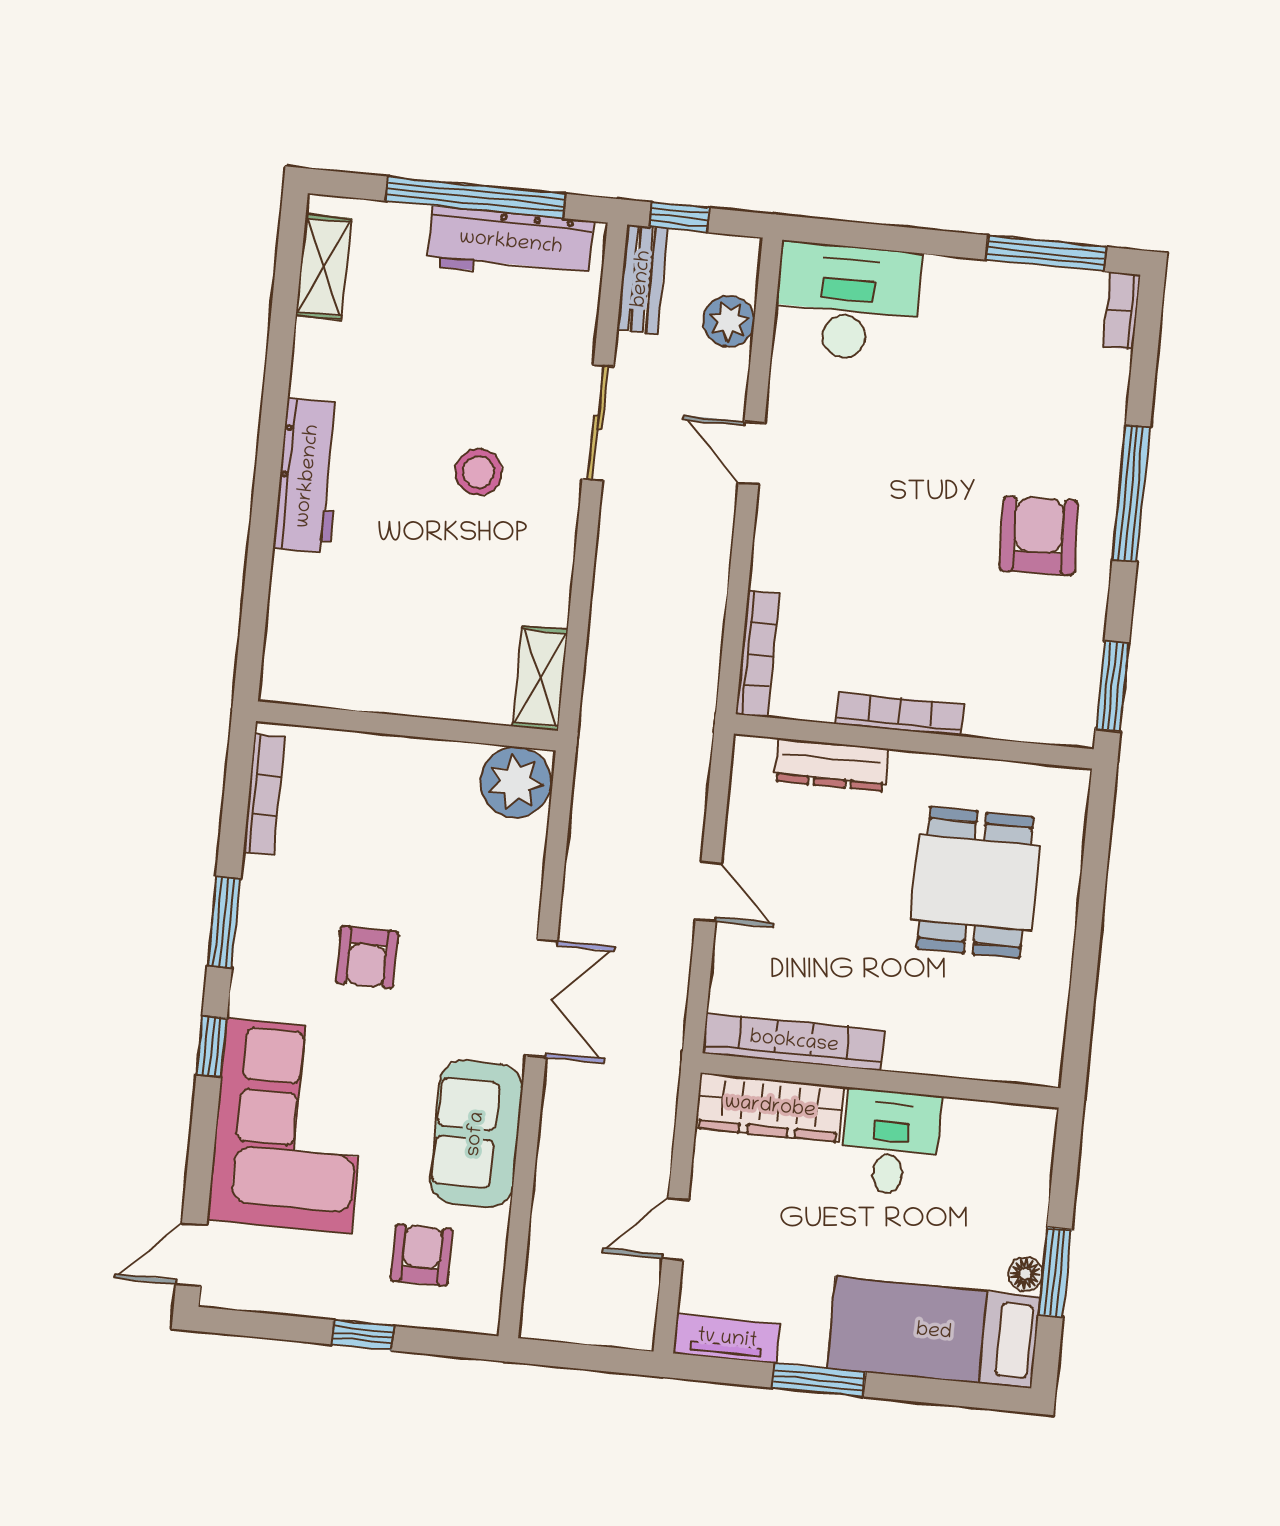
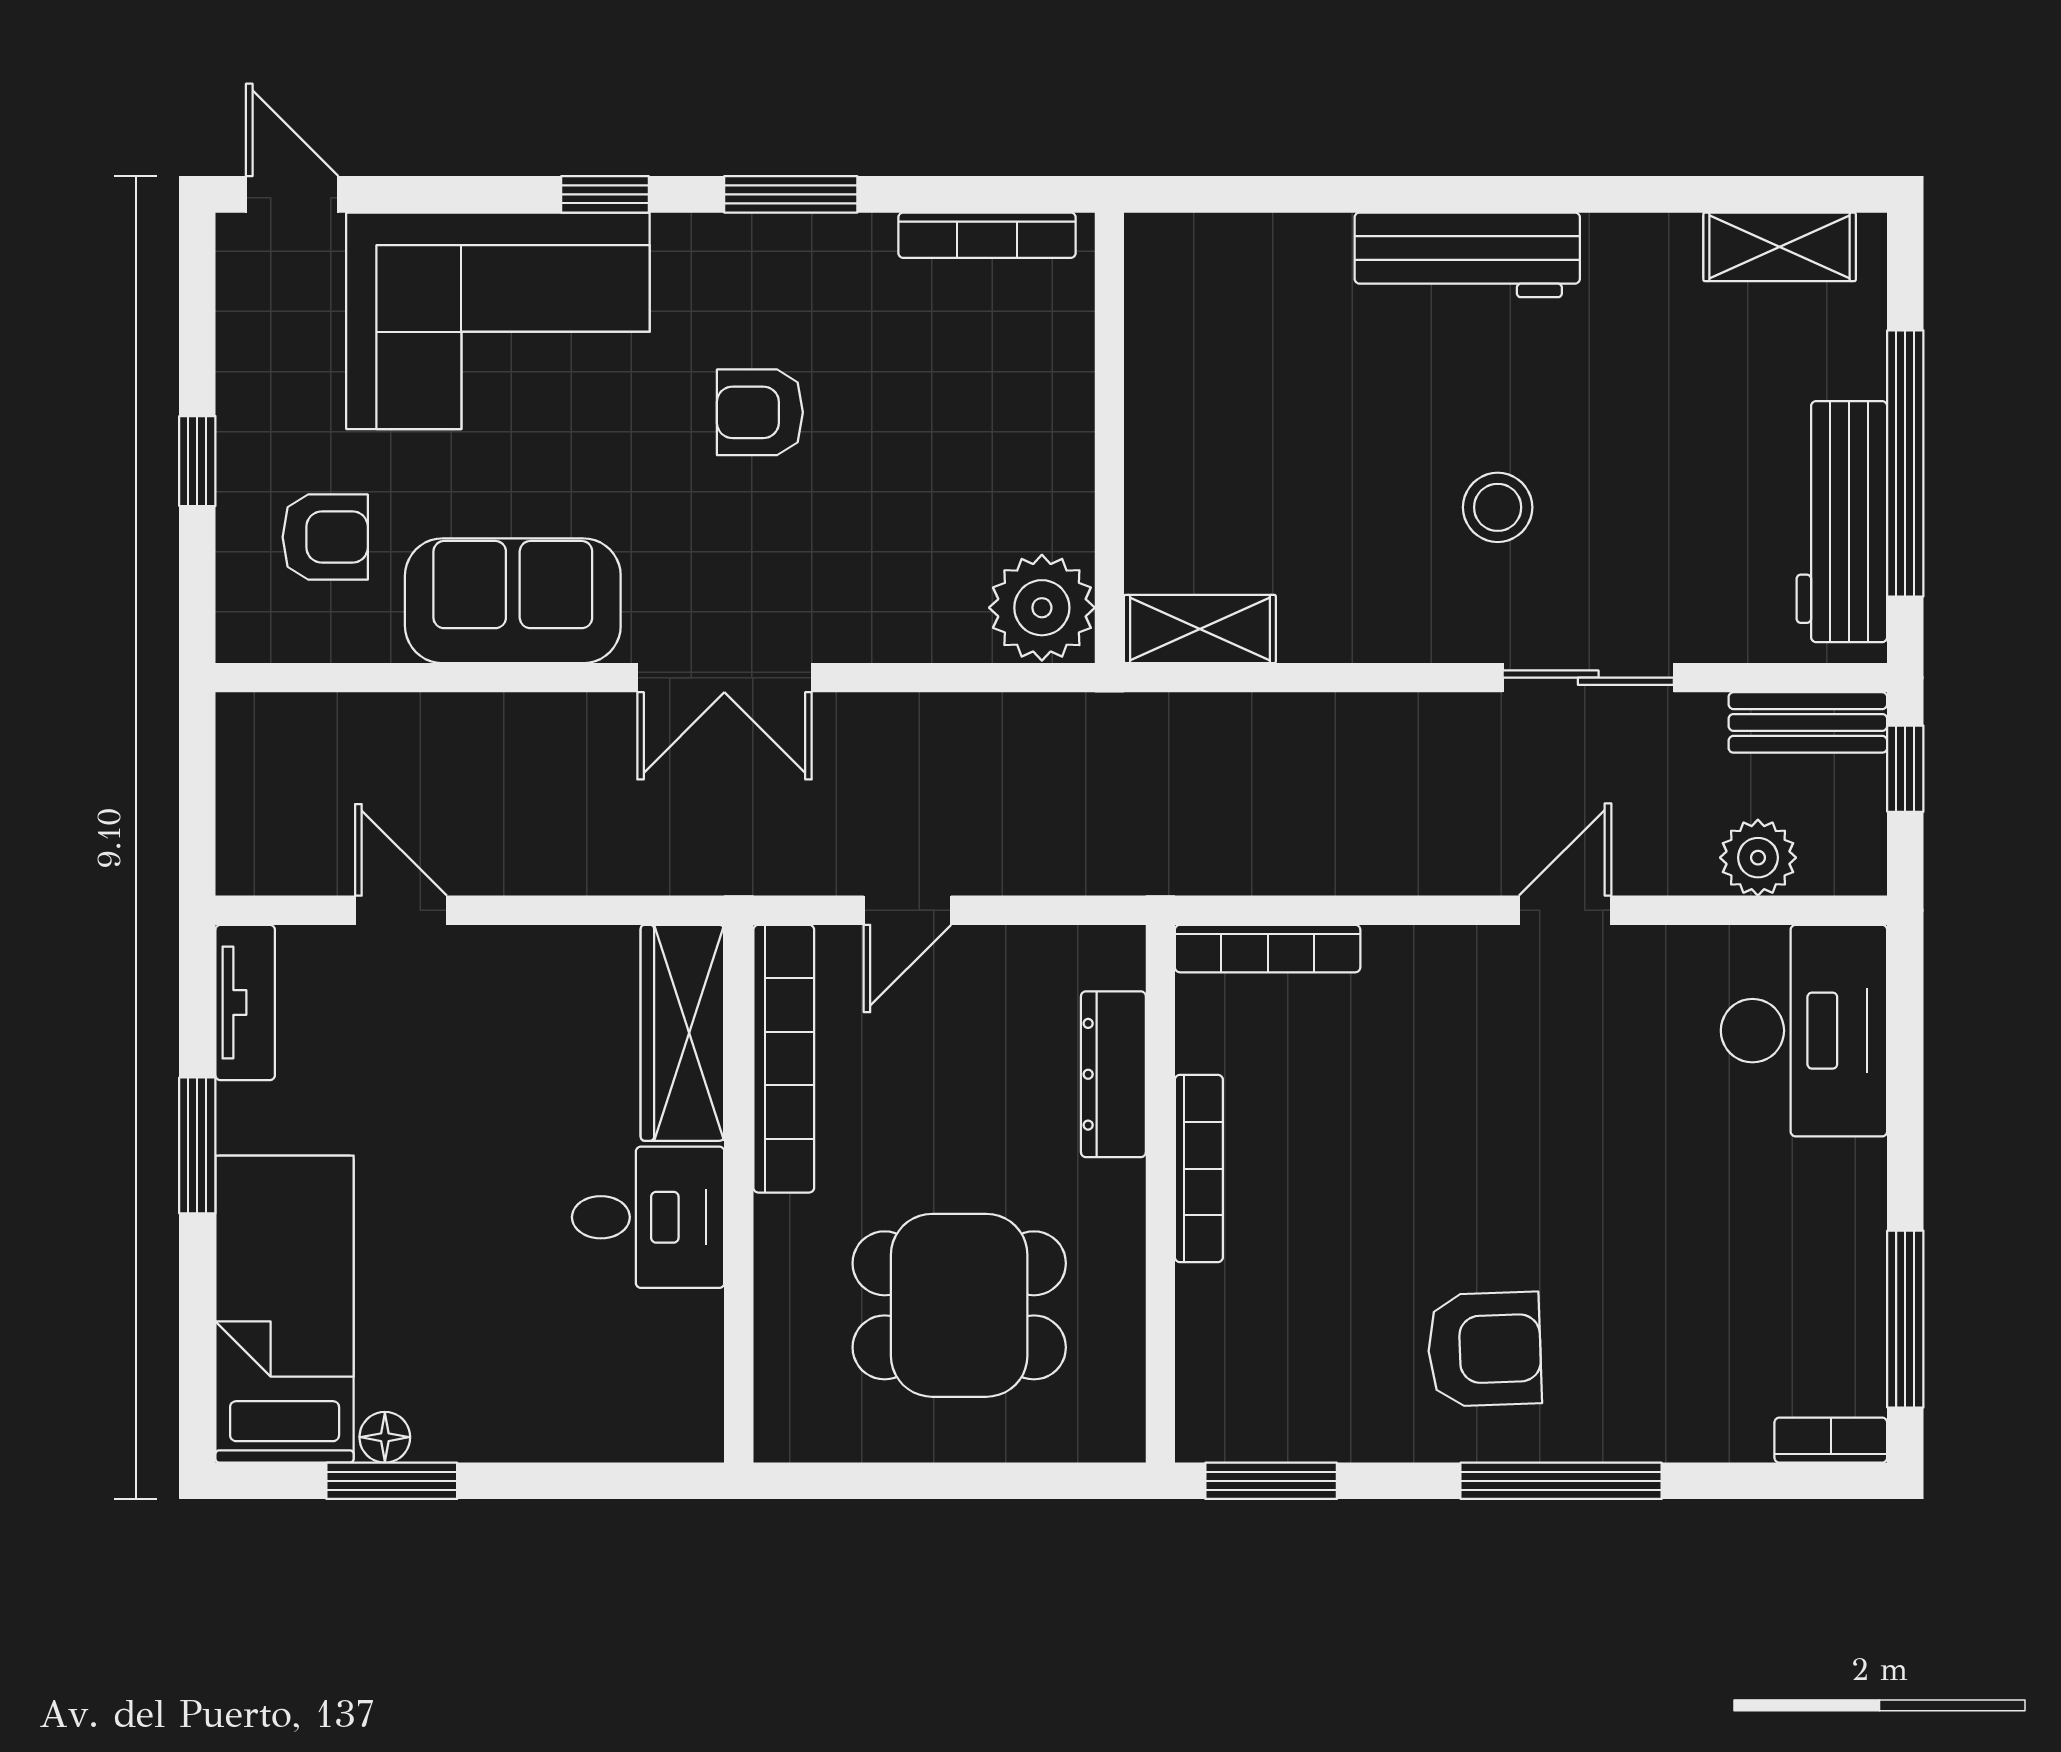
bookcase: (794, 1042) -> (784, 1059), moved
wall: (881, 1080) -> (739, 1194), moved
wardrobe: (770, 1107) -> (682, 1033), moved
desk: (890, 1142) -> (648, 1217), moved

